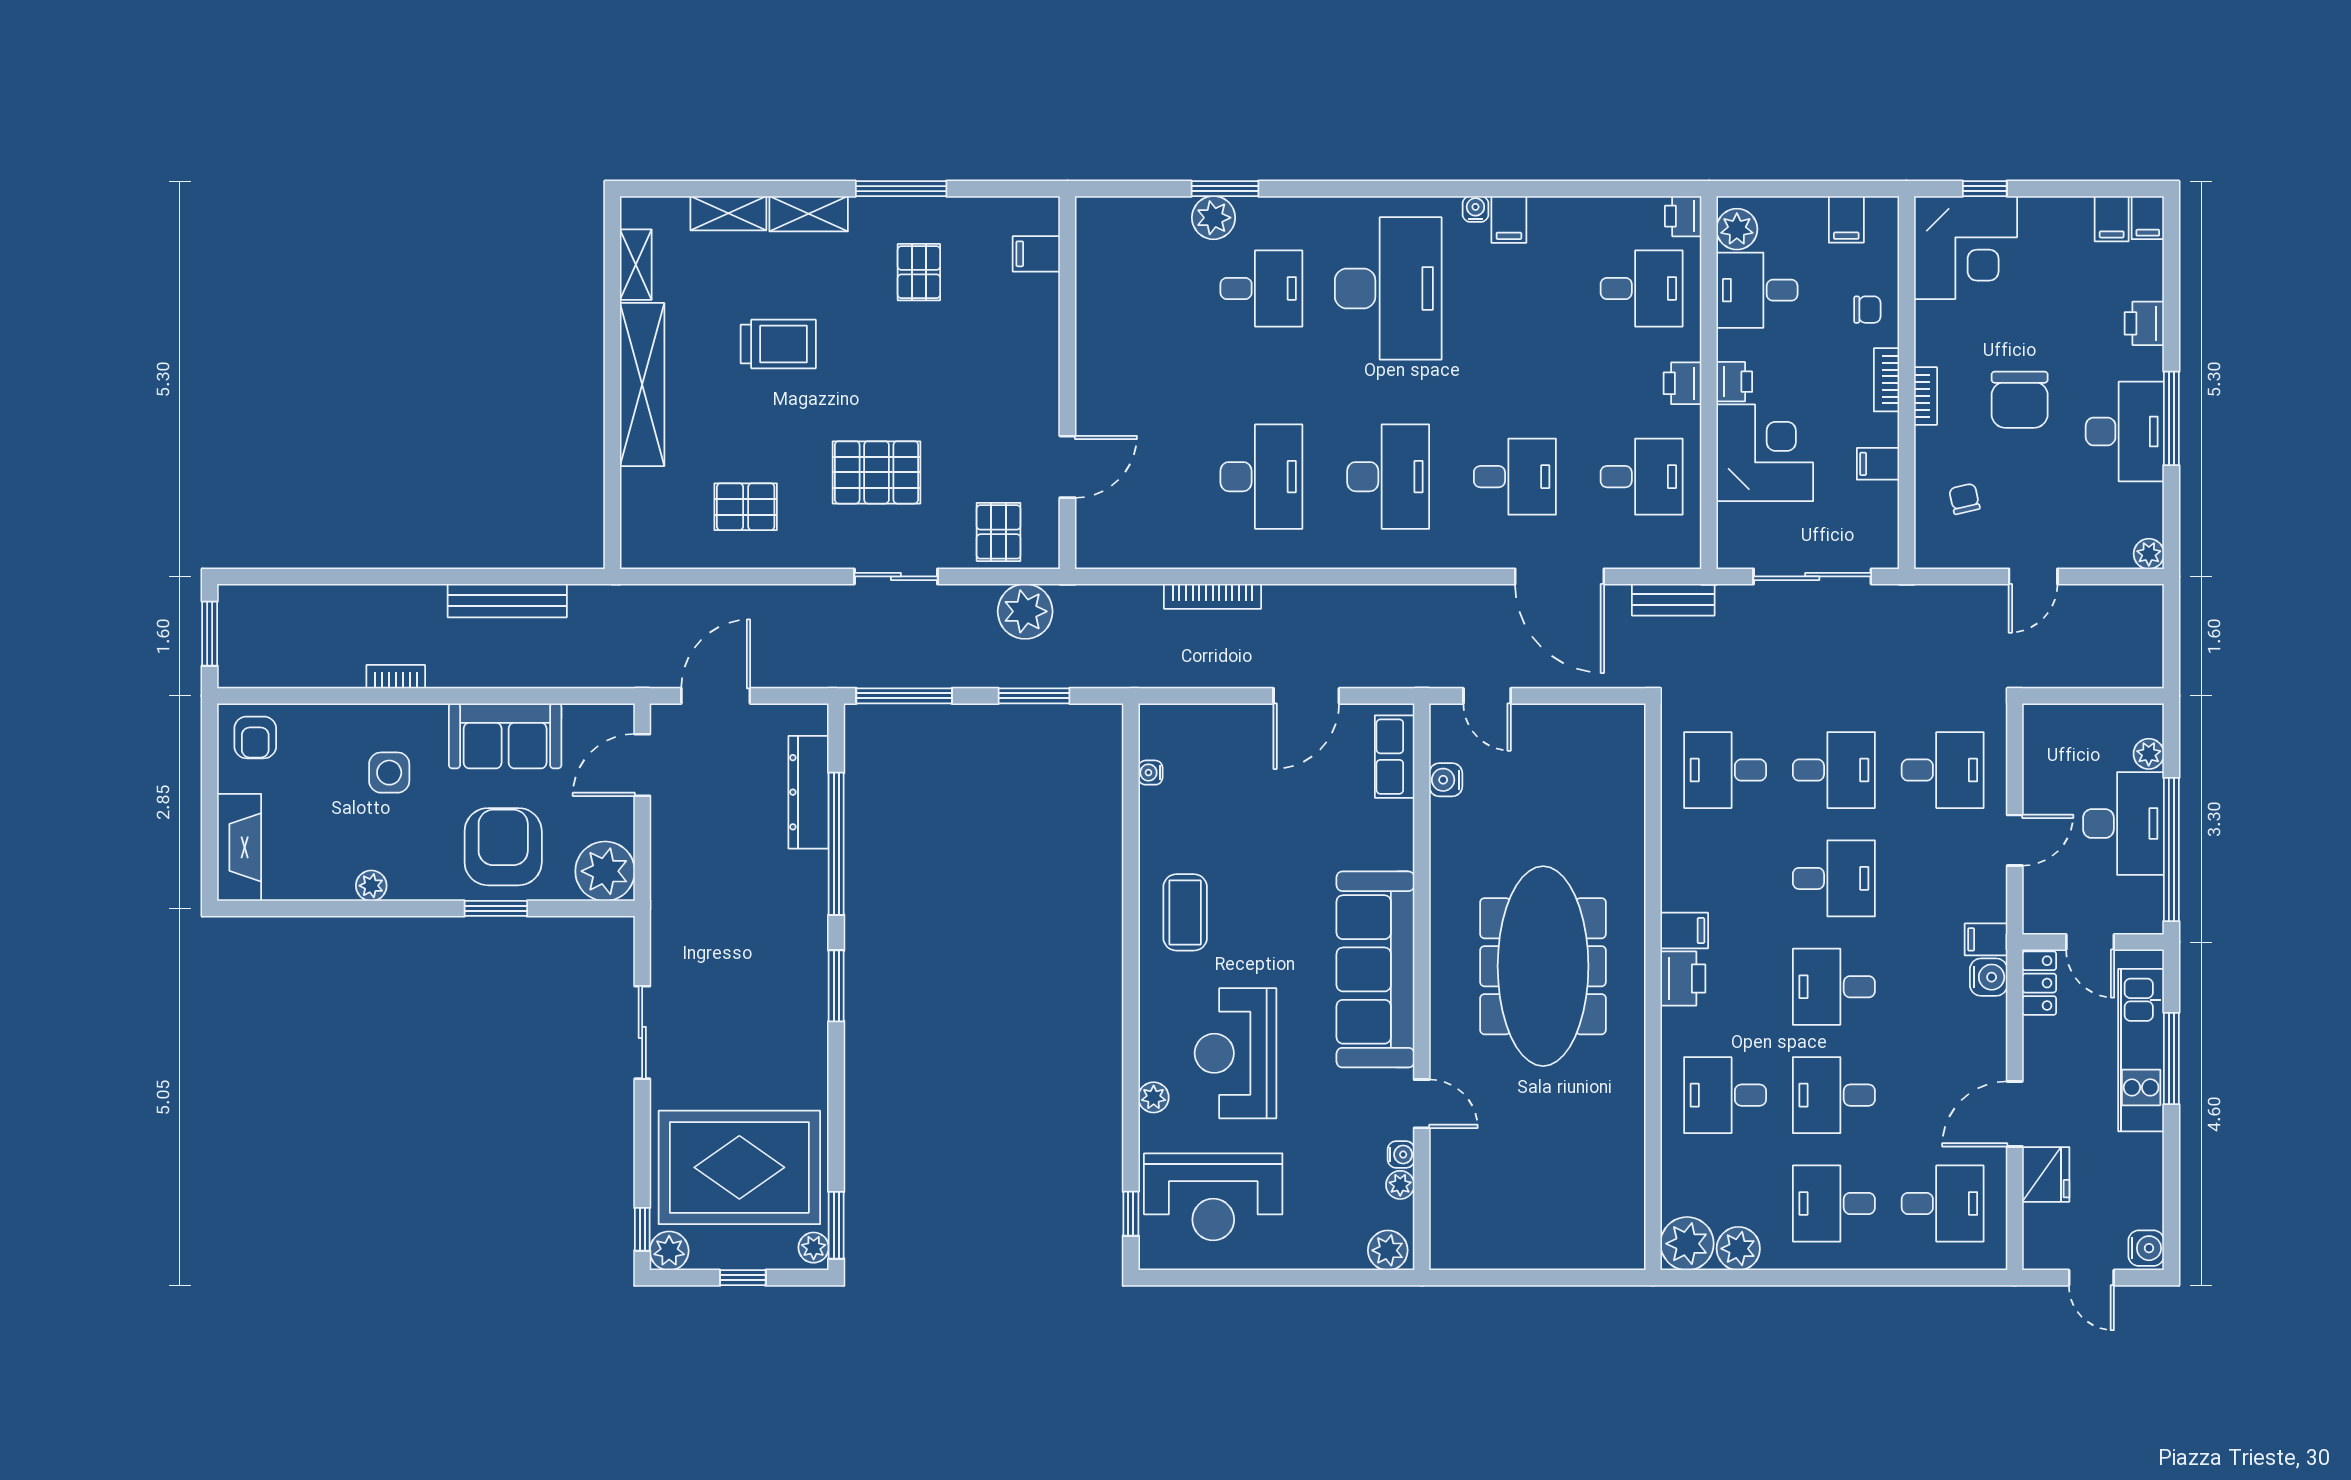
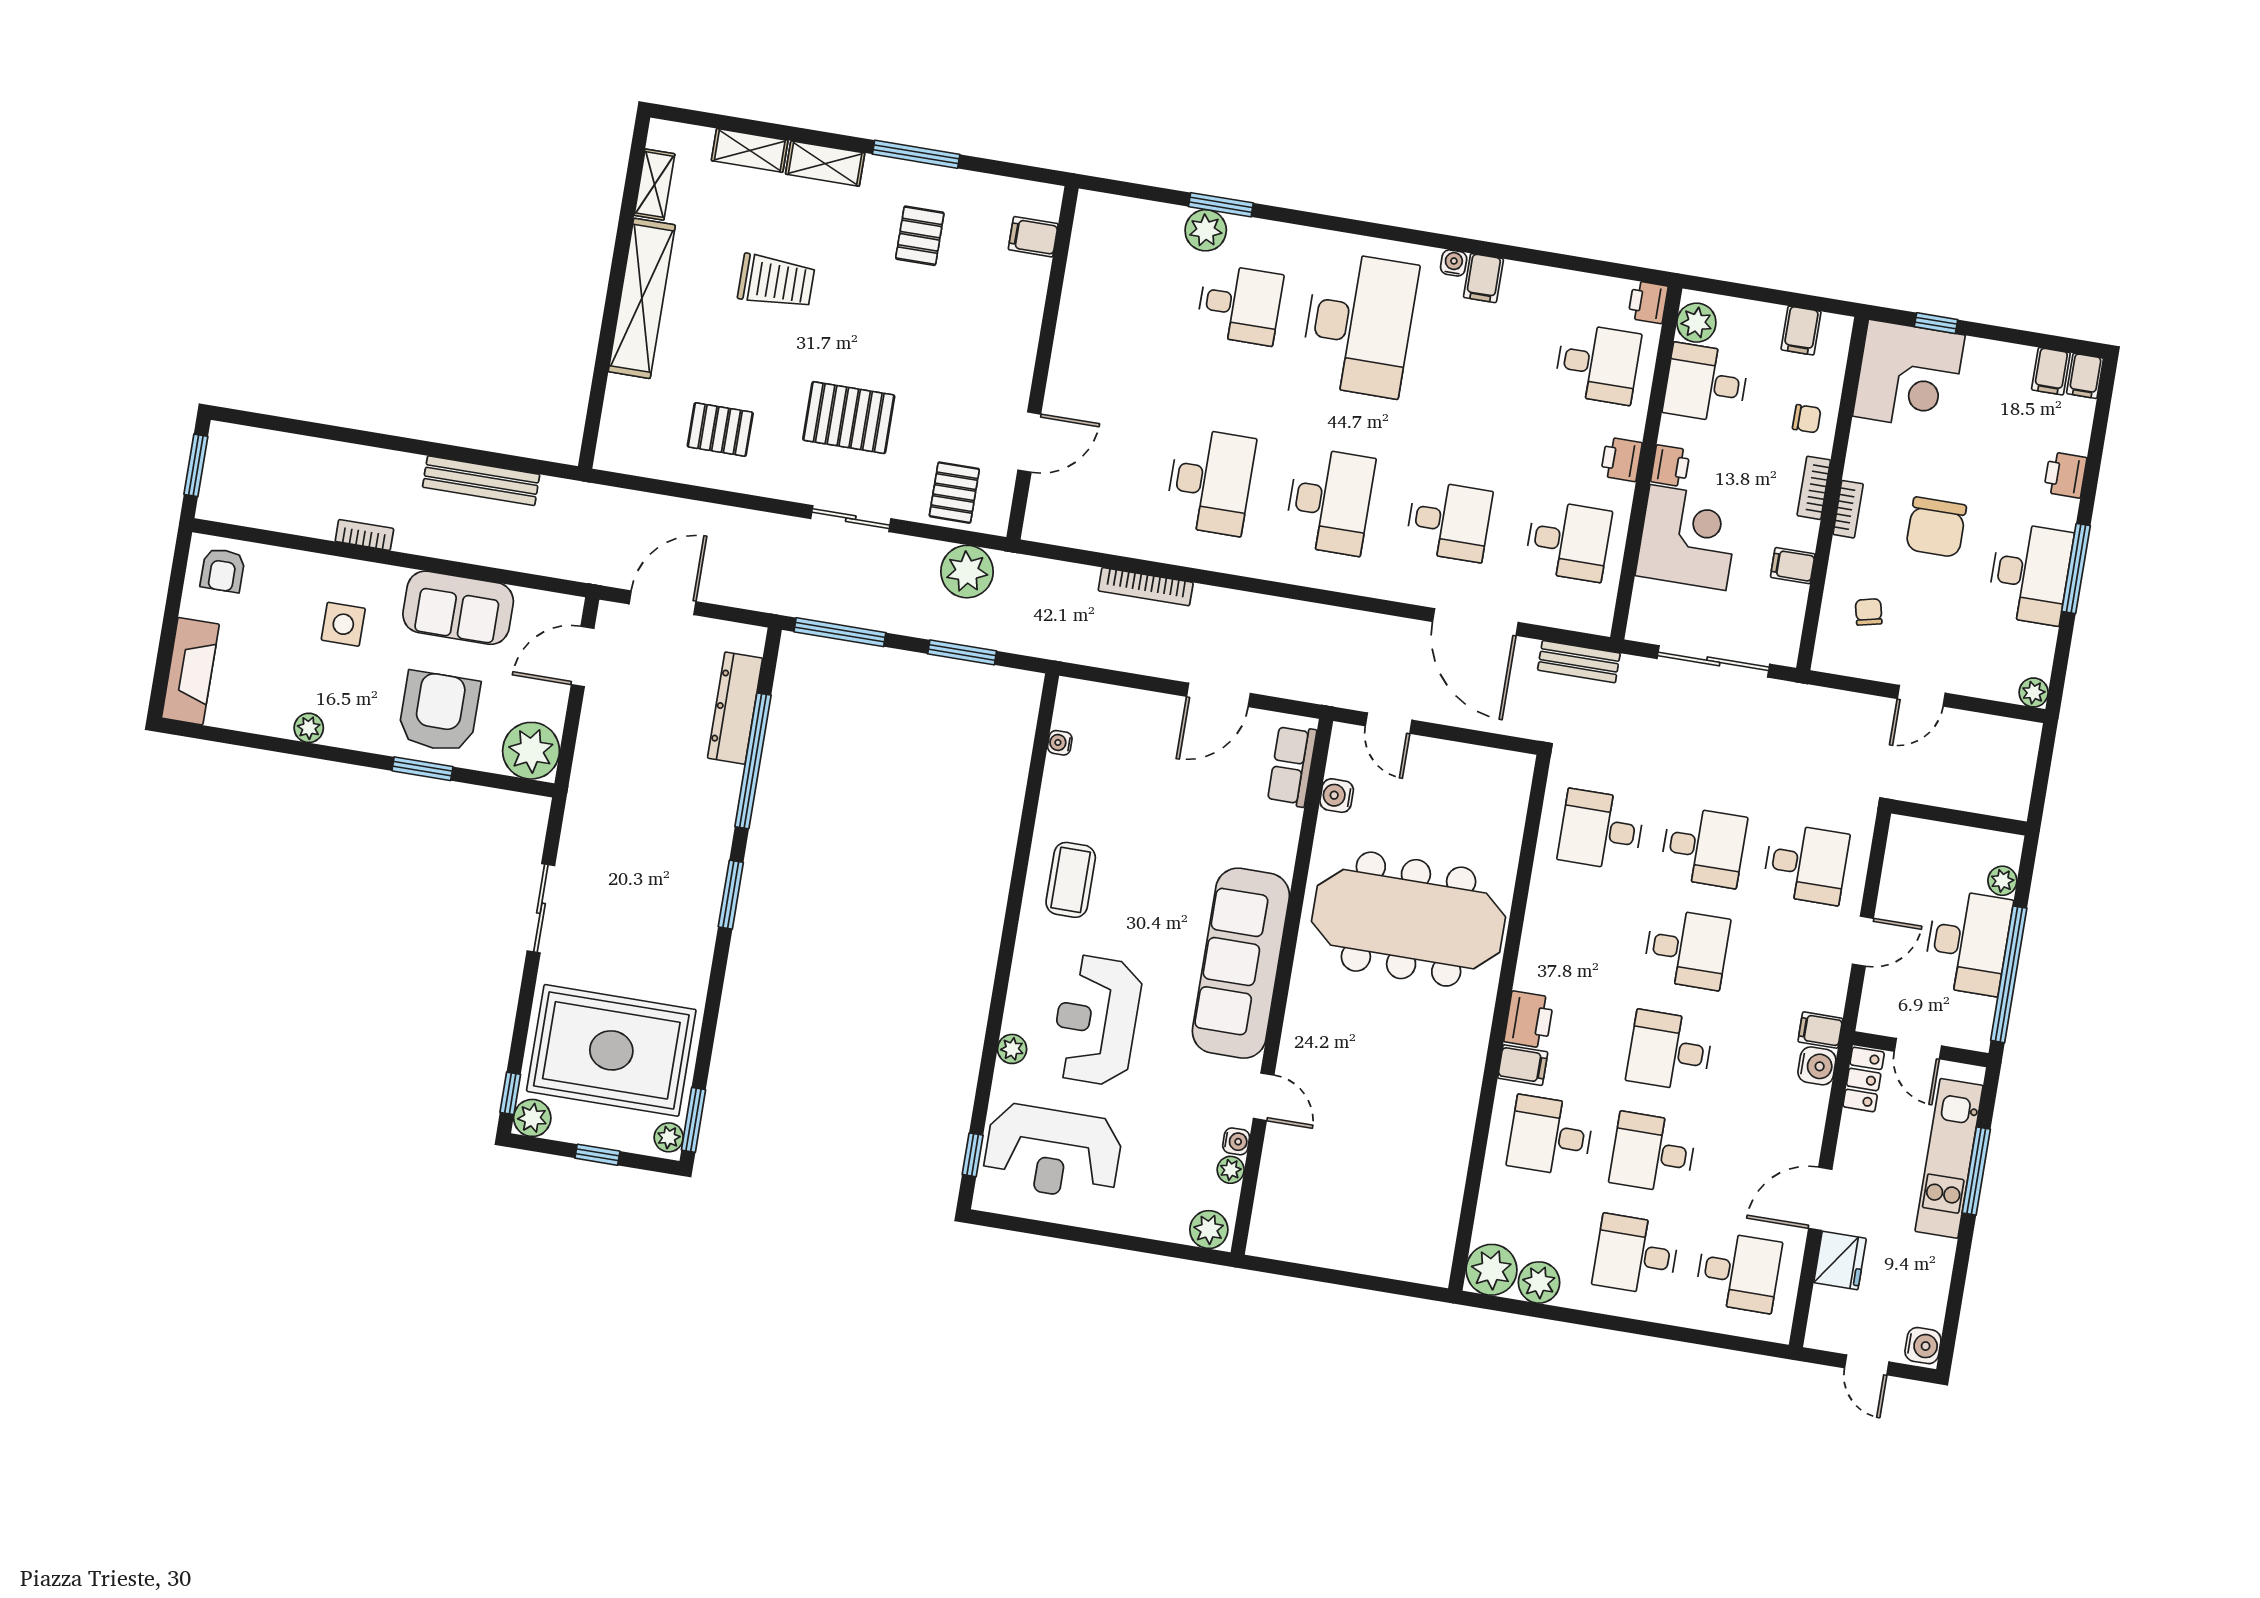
filing cabinet: (1684, 931) -> (1523, 1065), moved
meeting table: (1543, 966) -> (1408, 919), moved, turned 90

